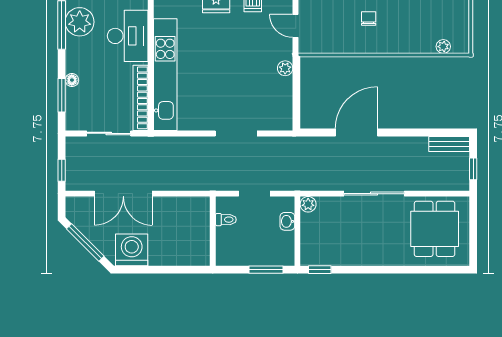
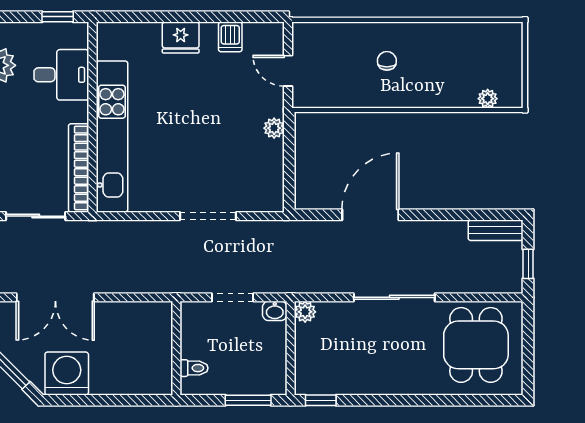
desk: (128, 36) -> (61, 75), width x0.73
toilet: (226, 220) -> (194, 368), moved
washbasin: (287, 221) -> (275, 311), moved, turned -90

